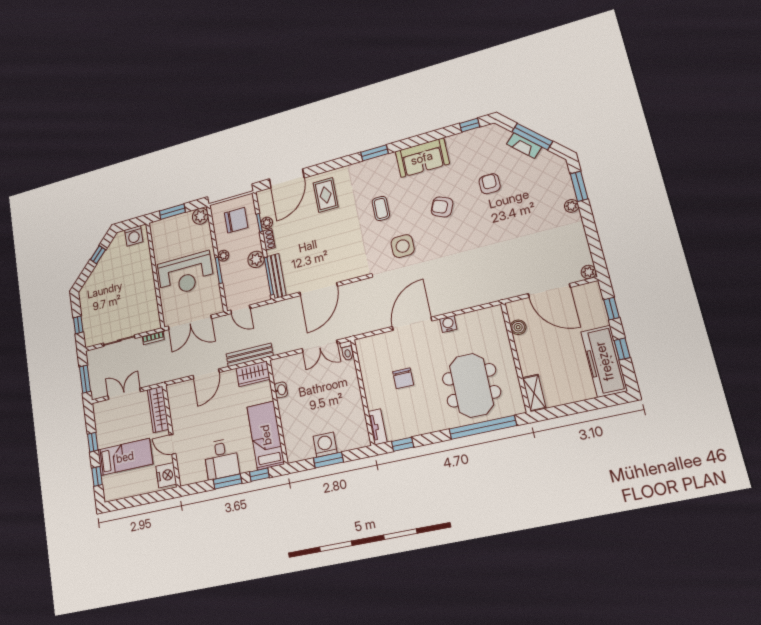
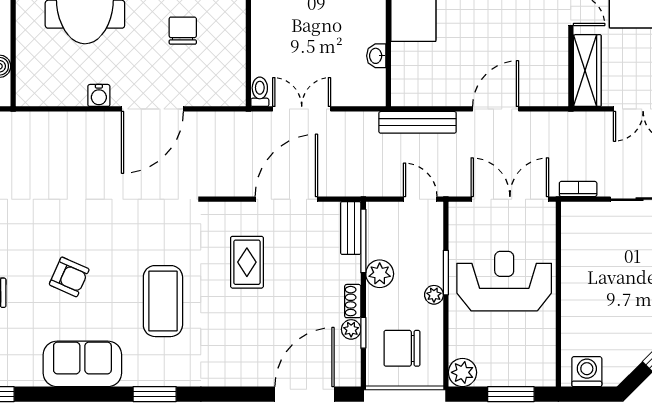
rug: (326, 195) -> (247, 262), moved
coffee table: (381, 208) -> (163, 301), width x1.86, depth x1.72
side table: (403, 246) -> (142, 232), removed
bench: (276, 276) -> (351, 228), width x0.73
wardrobe: (253, 374) -> (417, 91), removed

